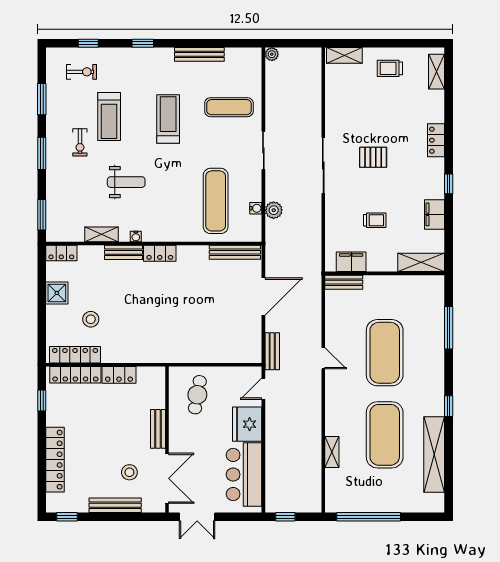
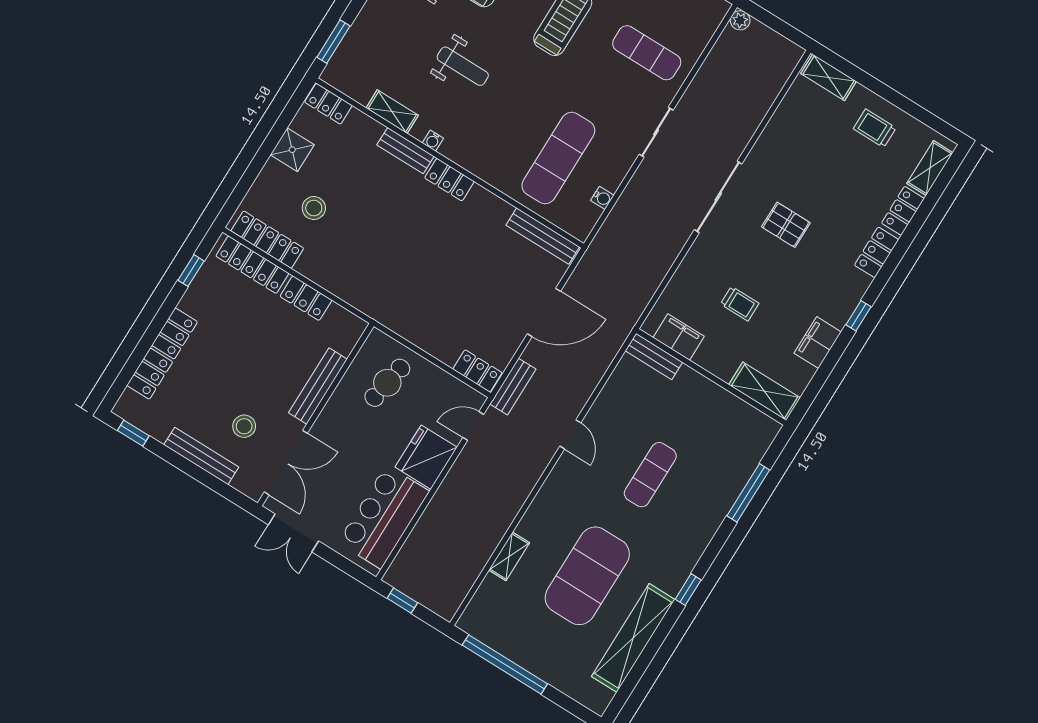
locker: (436, 106) -> (903, 211), added
plant: (274, 210) -> (623, 214), removed
exercise mat: (385, 353) -> (650, 475), width x0.50, depth x0.69
locker: (246, 355) -> (477, 371), added
bench: (158, 429) -> (318, 386), width x1.36

